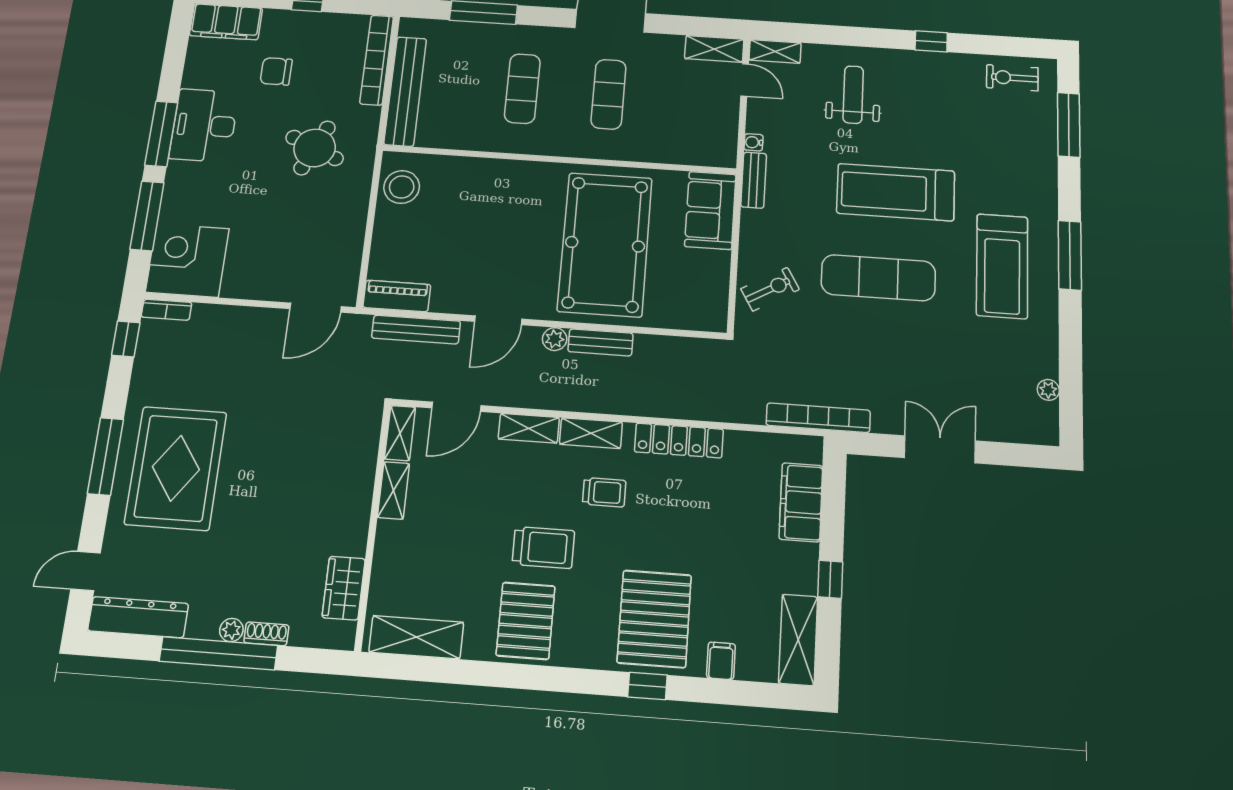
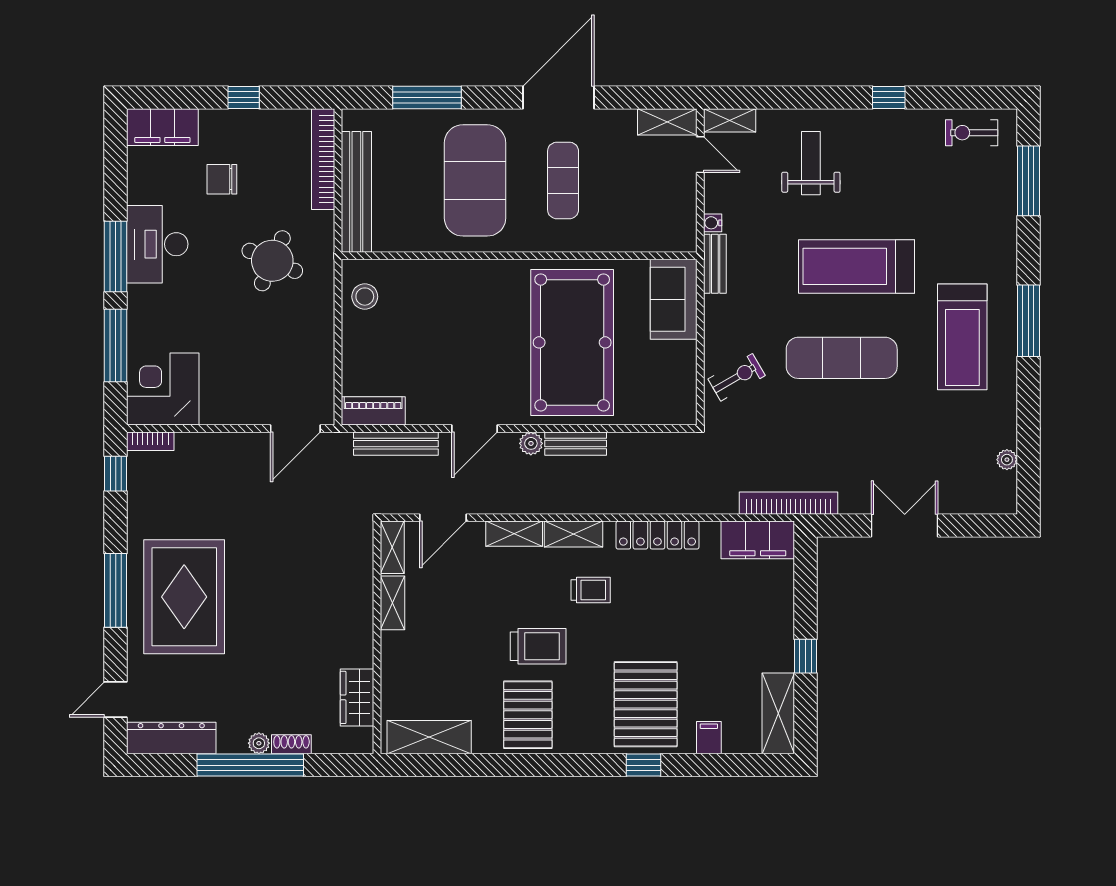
exercise mat: (522, 89) -> (475, 180), width x2.00, depth x1.45
stool: (402, 187) -> (365, 297), width x0.73, depth x0.73
filing cabinet: (801, 502) -> (758, 540), moved, turned -90

